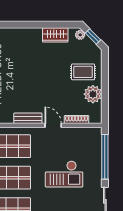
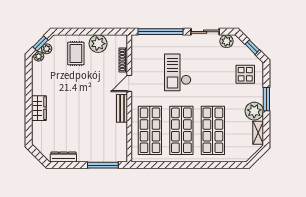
wardrobe: (55, 35) -> (39, 108), moved
plant: (88, 43) -> (47, 49), added
checkout: (64, 174) -> (178, 72), turned 180

